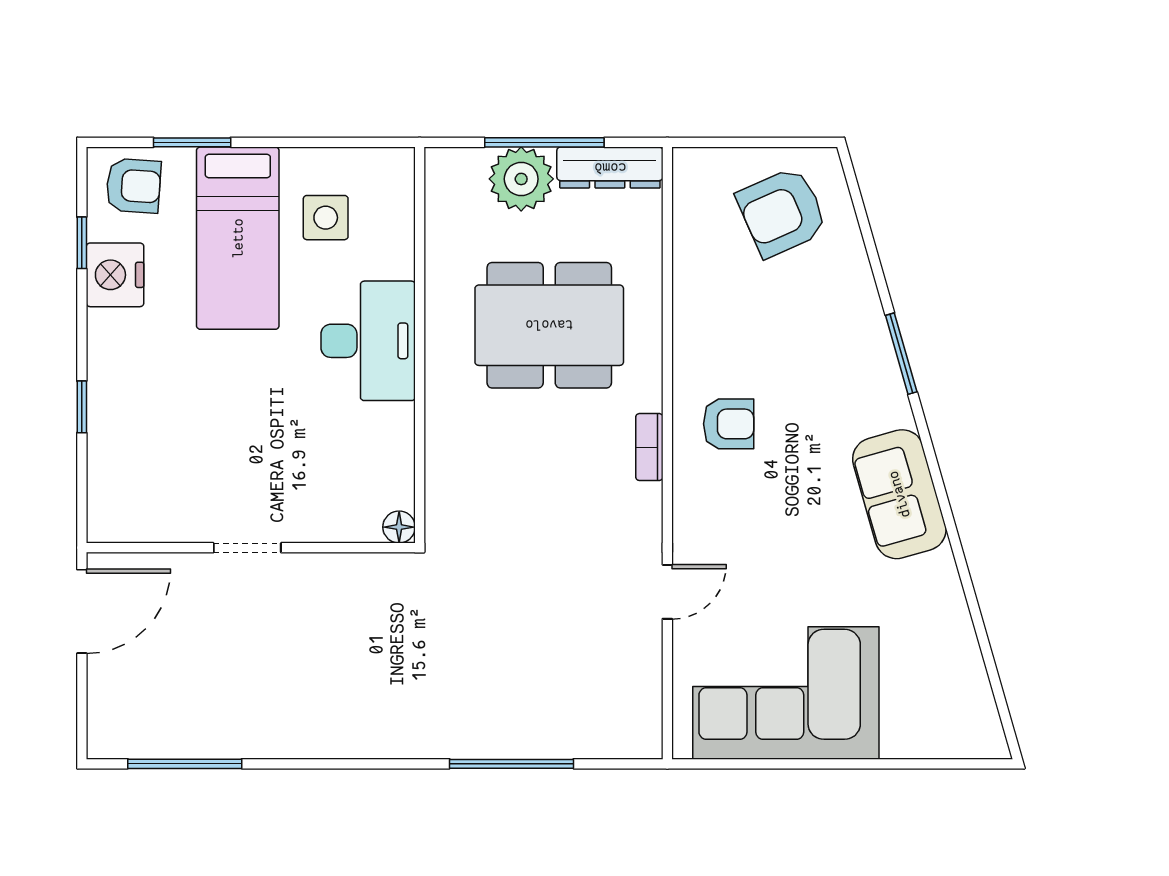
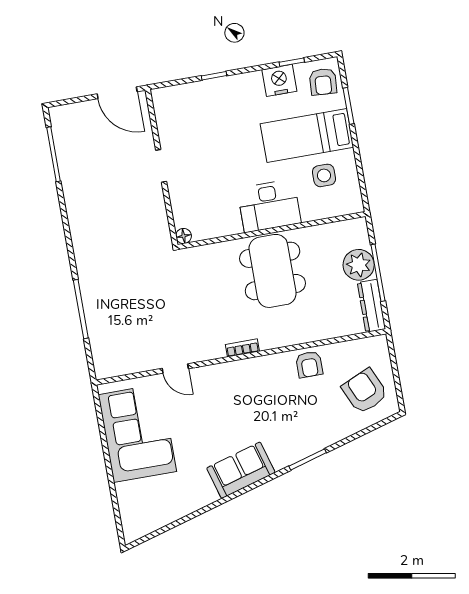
dining table: (549, 325) -> (273, 271), moved
armchair: (729, 424) -> (309, 364), moved

